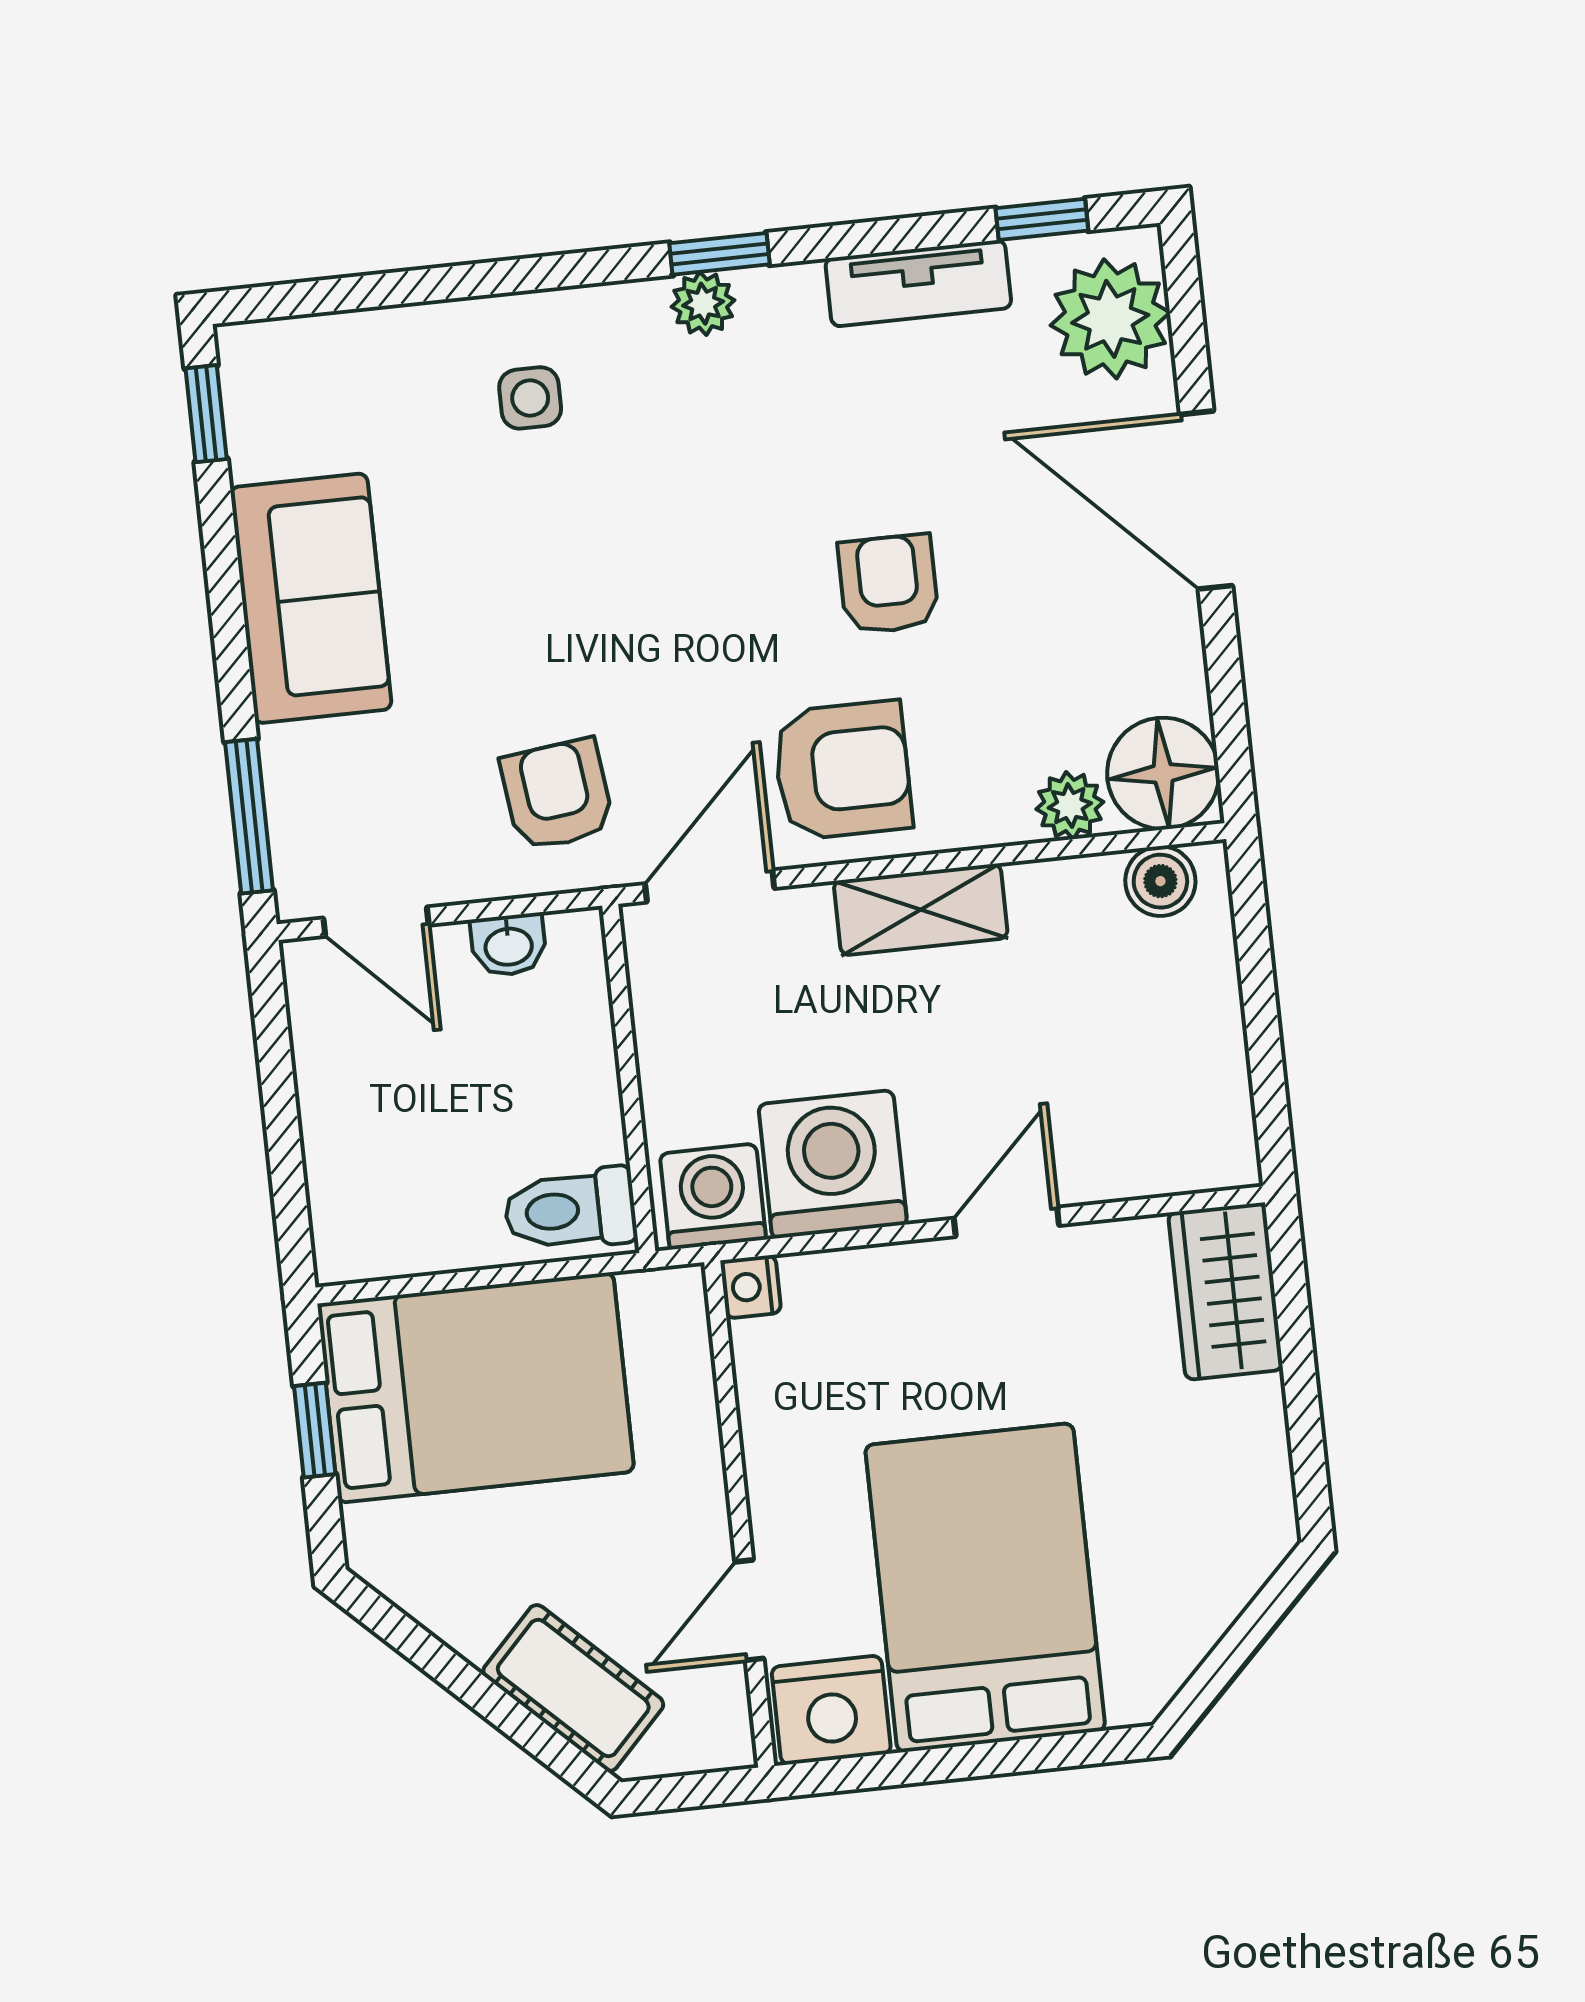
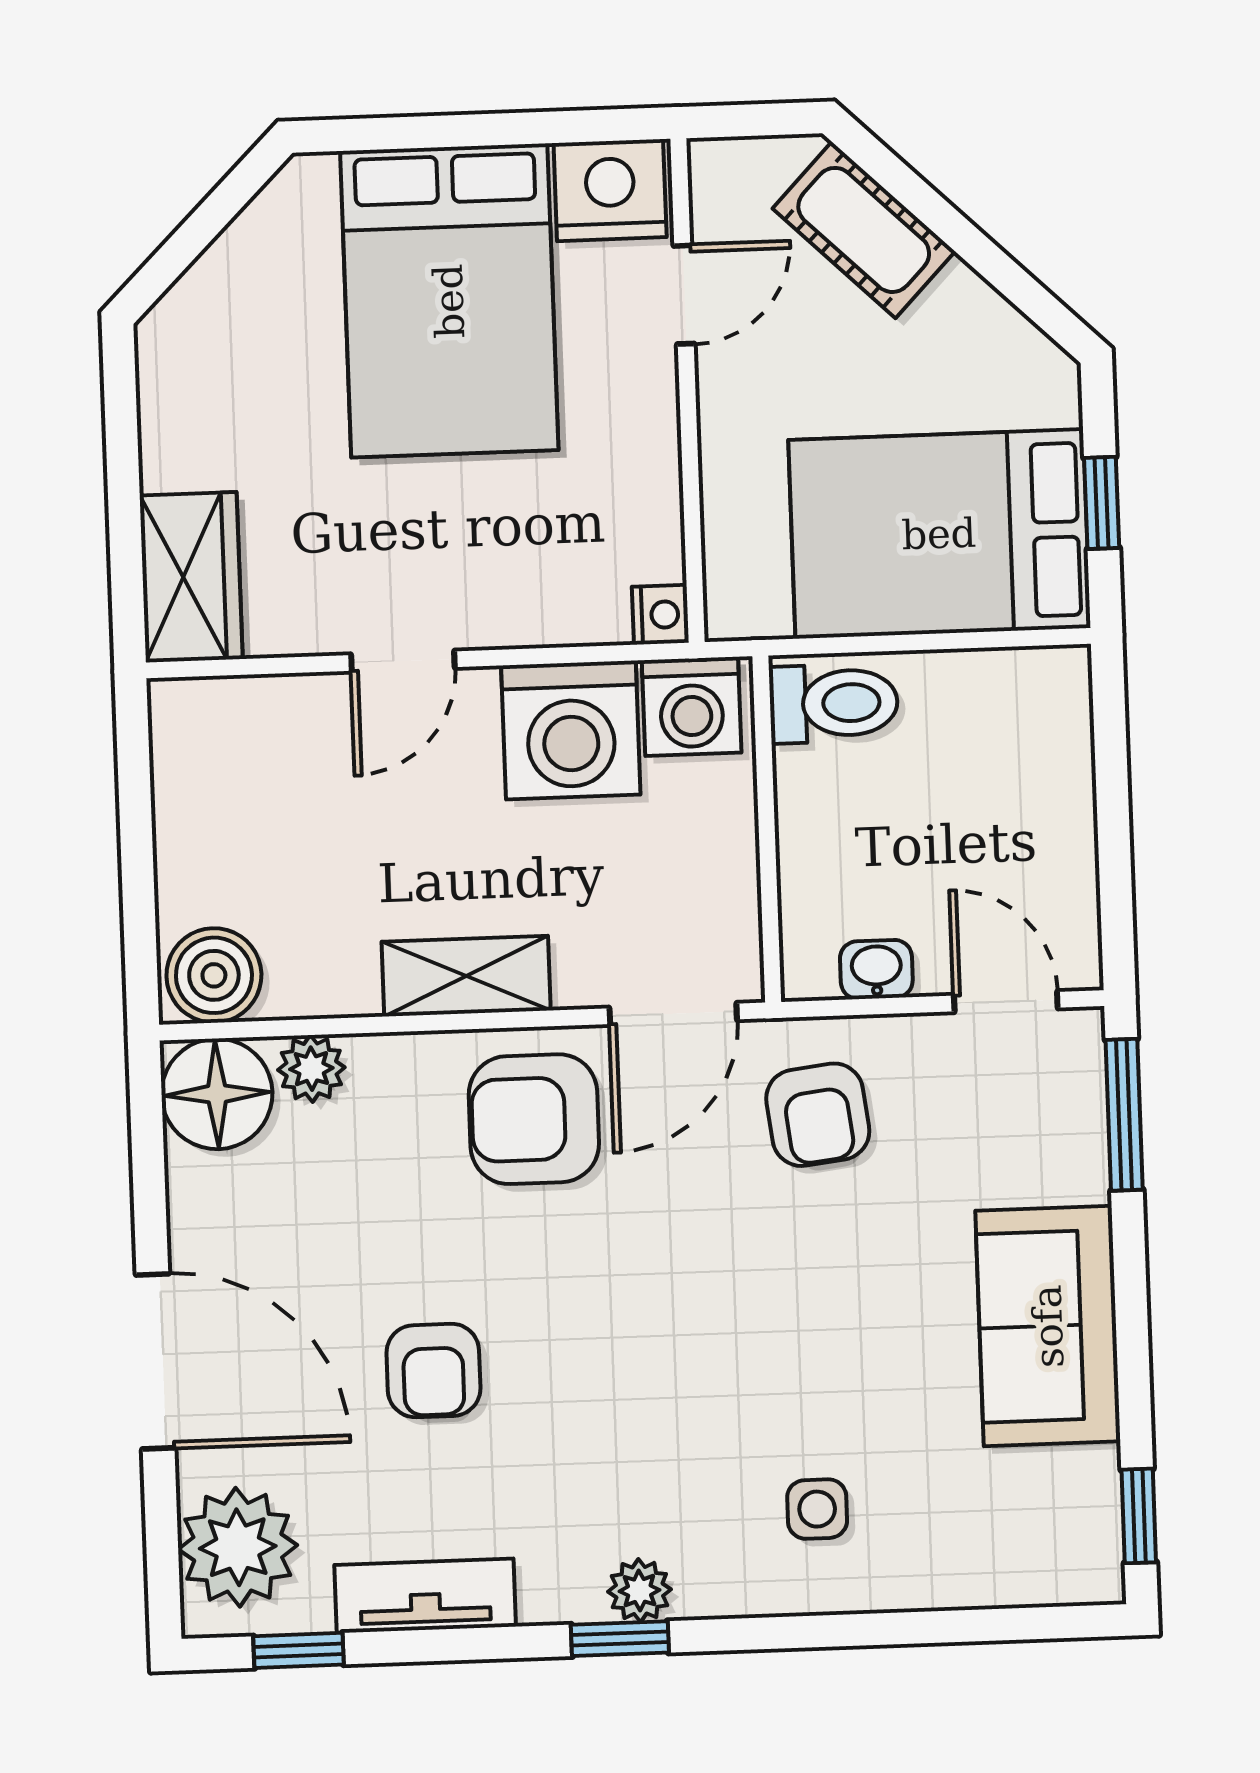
armchair: (888, 584) -> (433, 1371), moved
boiler: (1160, 881) -> (214, 975), width x1.36, depth x1.36

